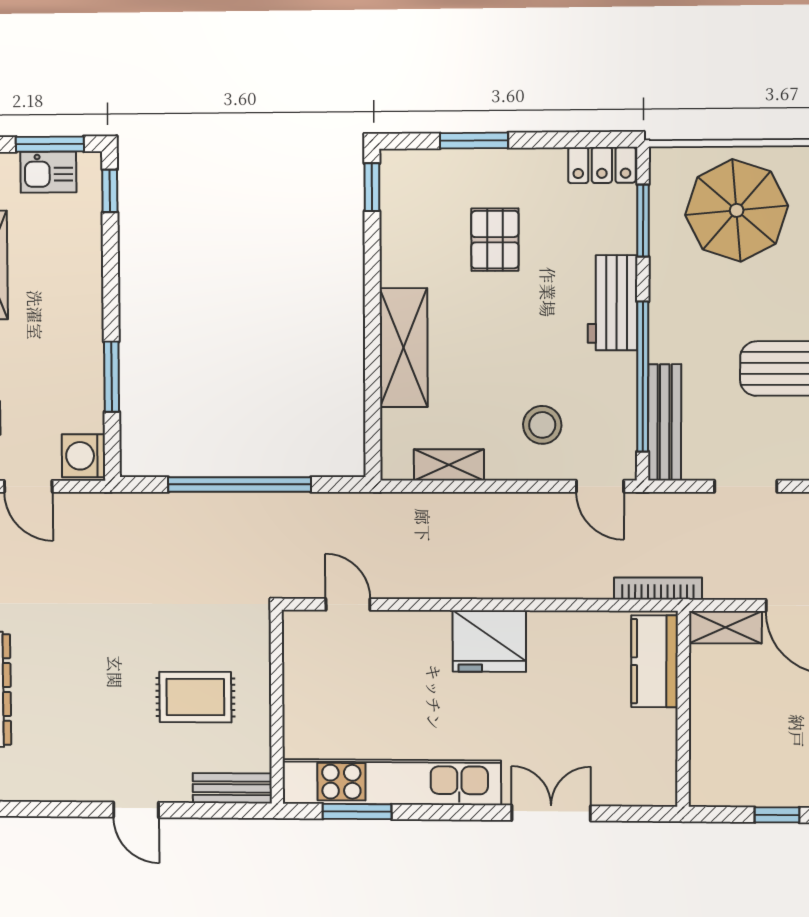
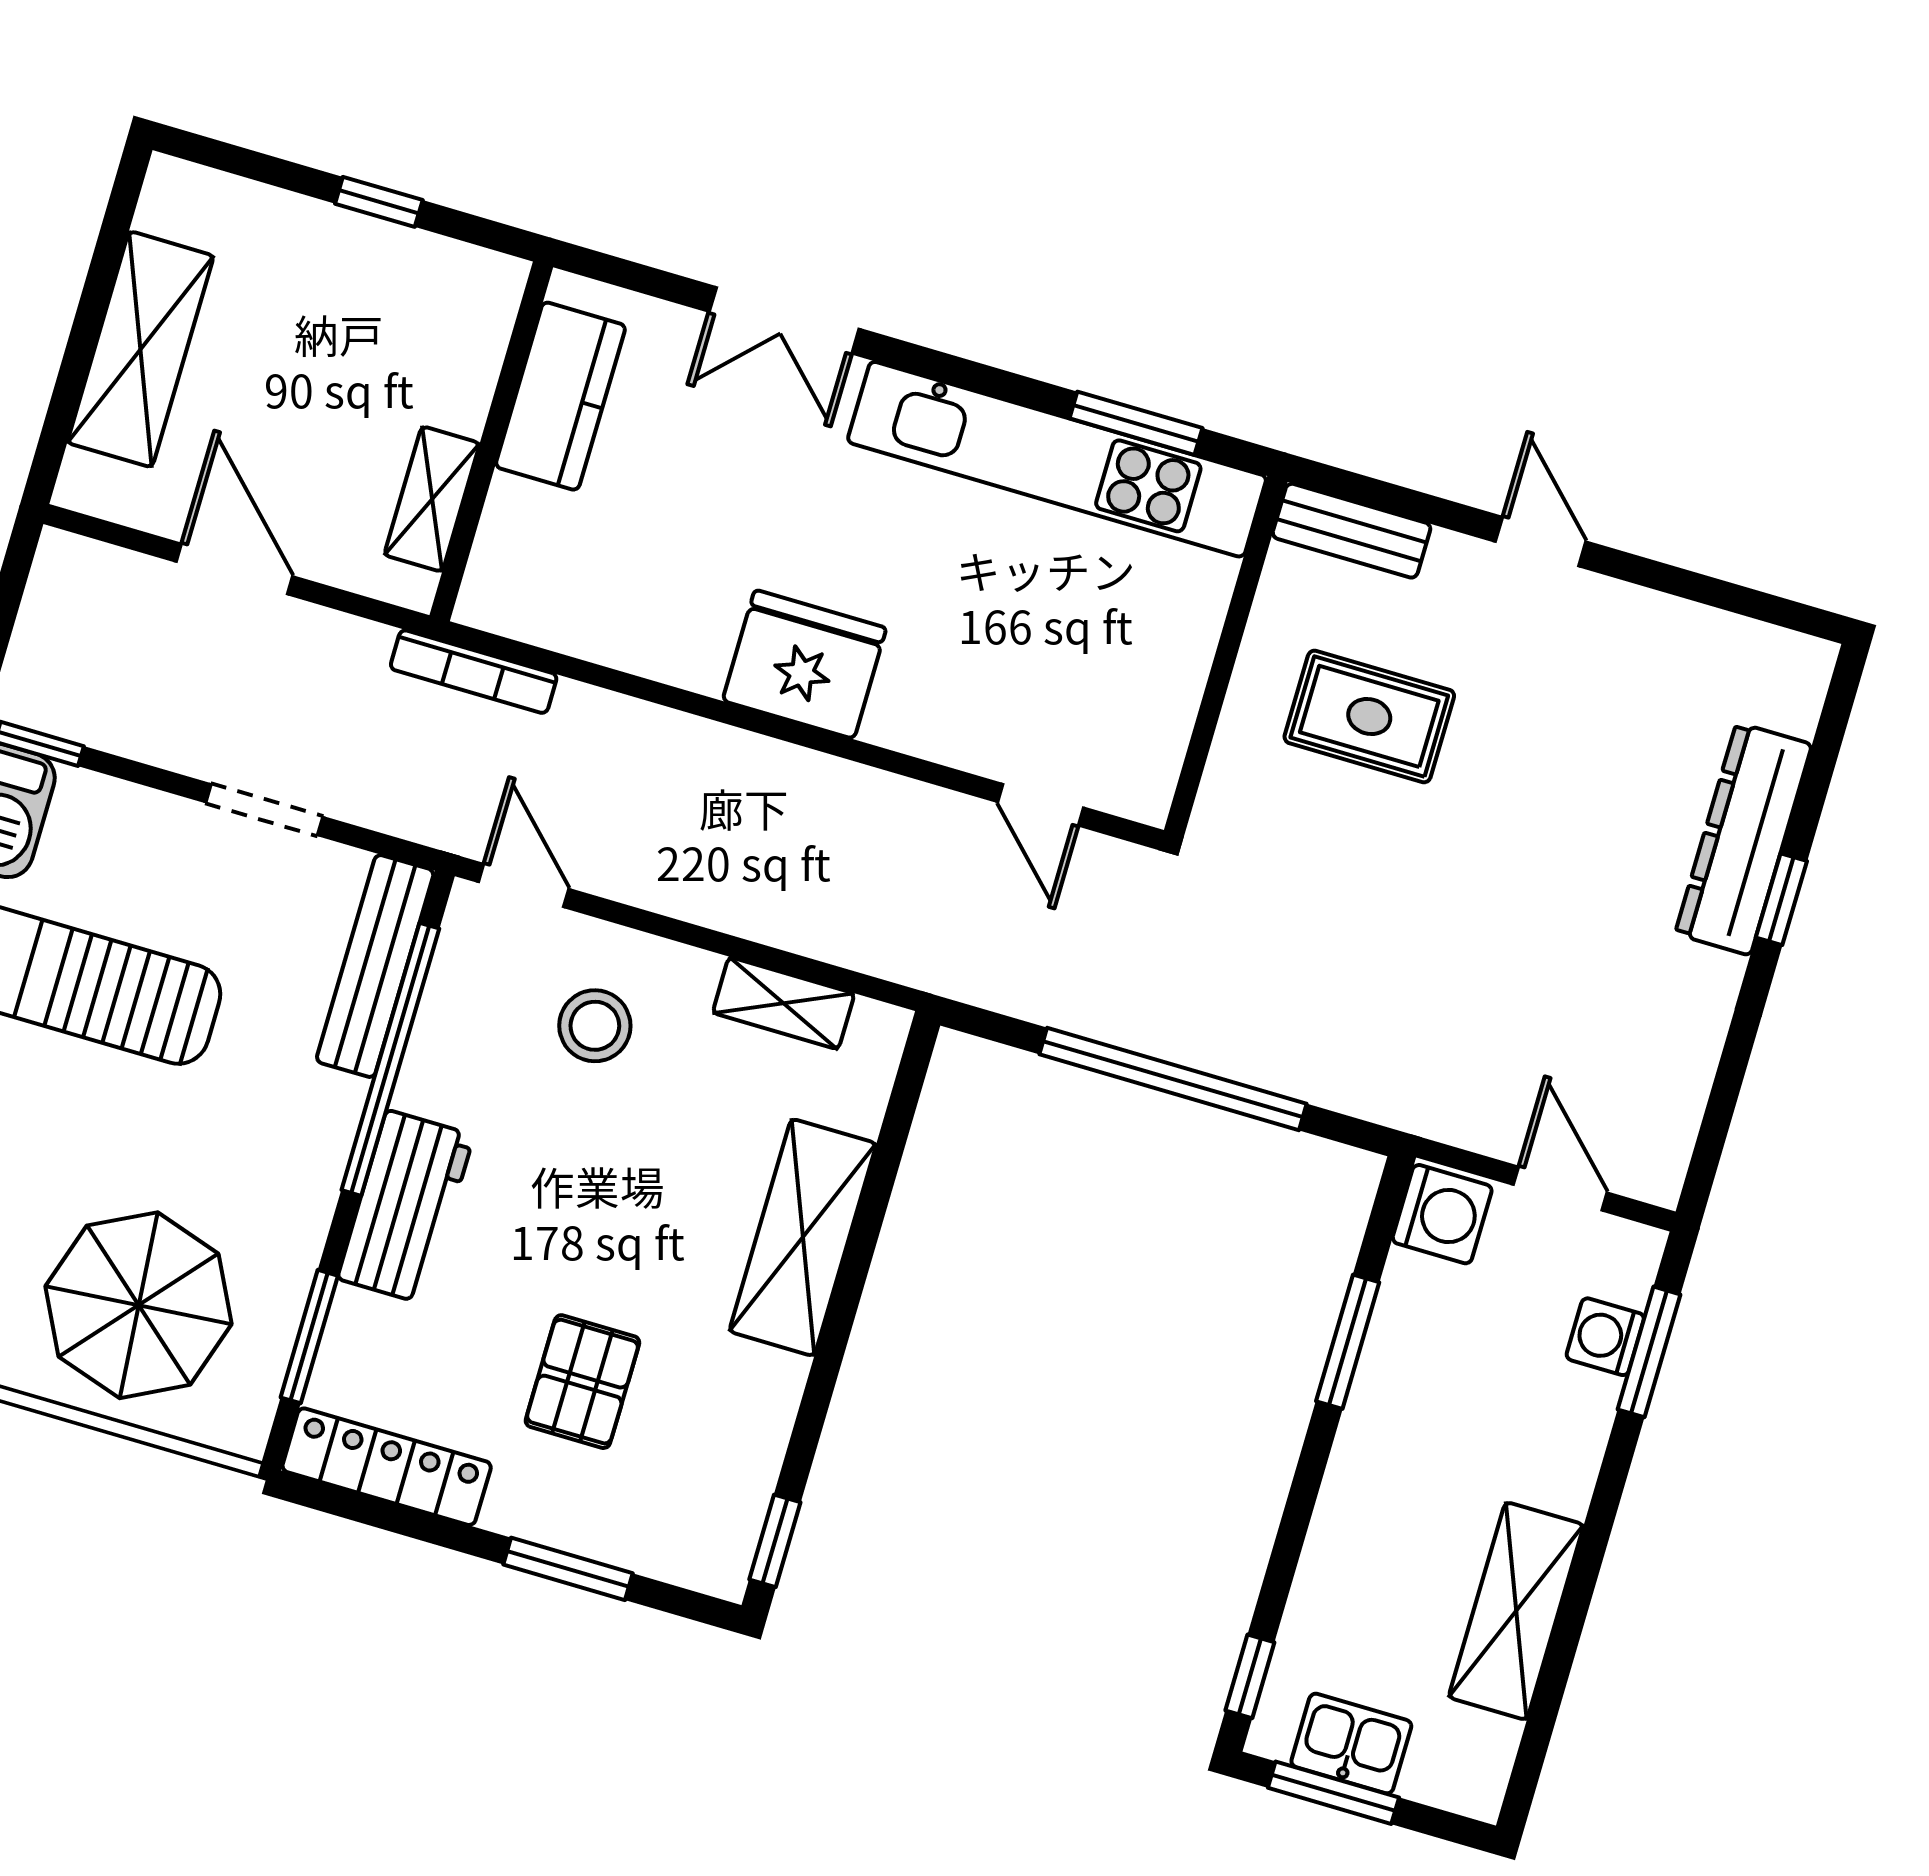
locker: (602, 165) -> (387, 1467), width x1.53
shelving: (725, 627) -> (432, 499), moved, turned 90
kitchen counter: (655, 661) -> (560, 396), moved

